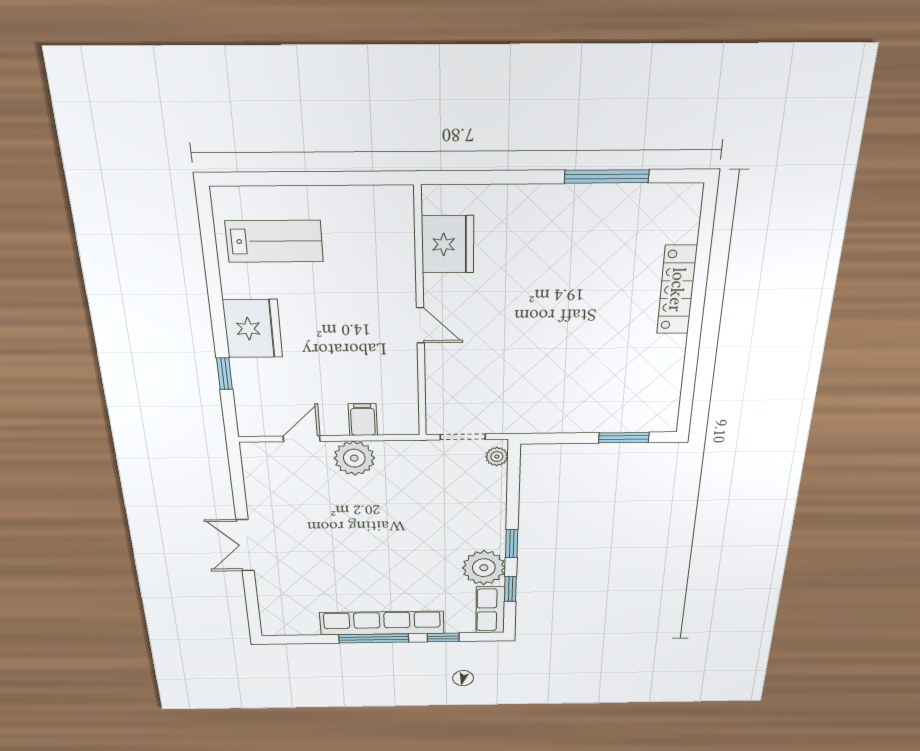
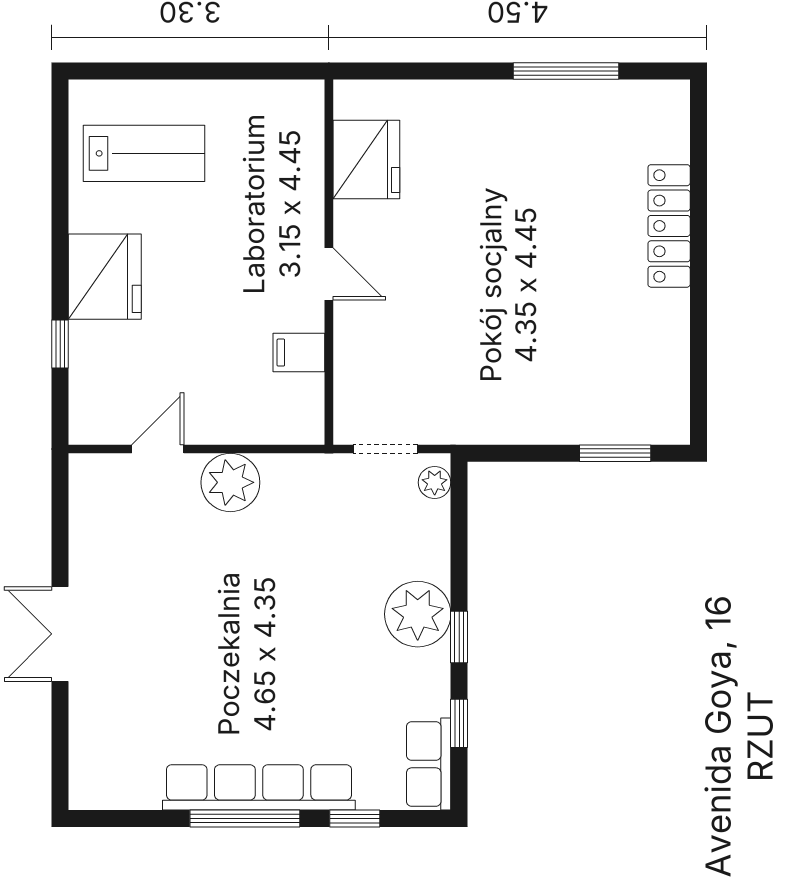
filing cabinet: (363, 420) -> (299, 353), moved, turned -90
plant: (484, 568) -> (418, 614), moved

